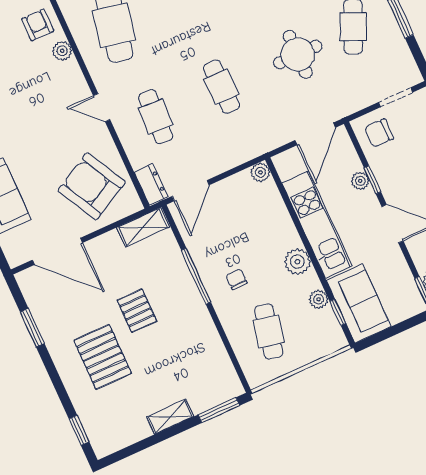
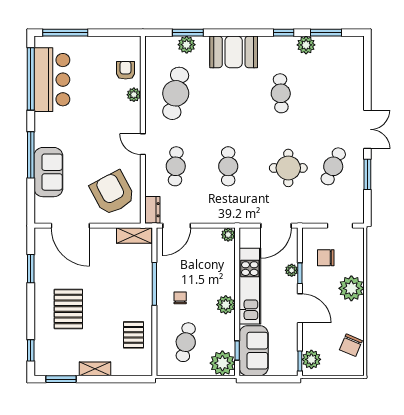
chair: (379, 133) -> (326, 258), moved
plant: (319, 299) -> (222, 363), moved, width x1.88, depth x1.88
pallet: (137, 311) -> (134, 335), moved
window: (219, 410) -> (61, 379), moved

